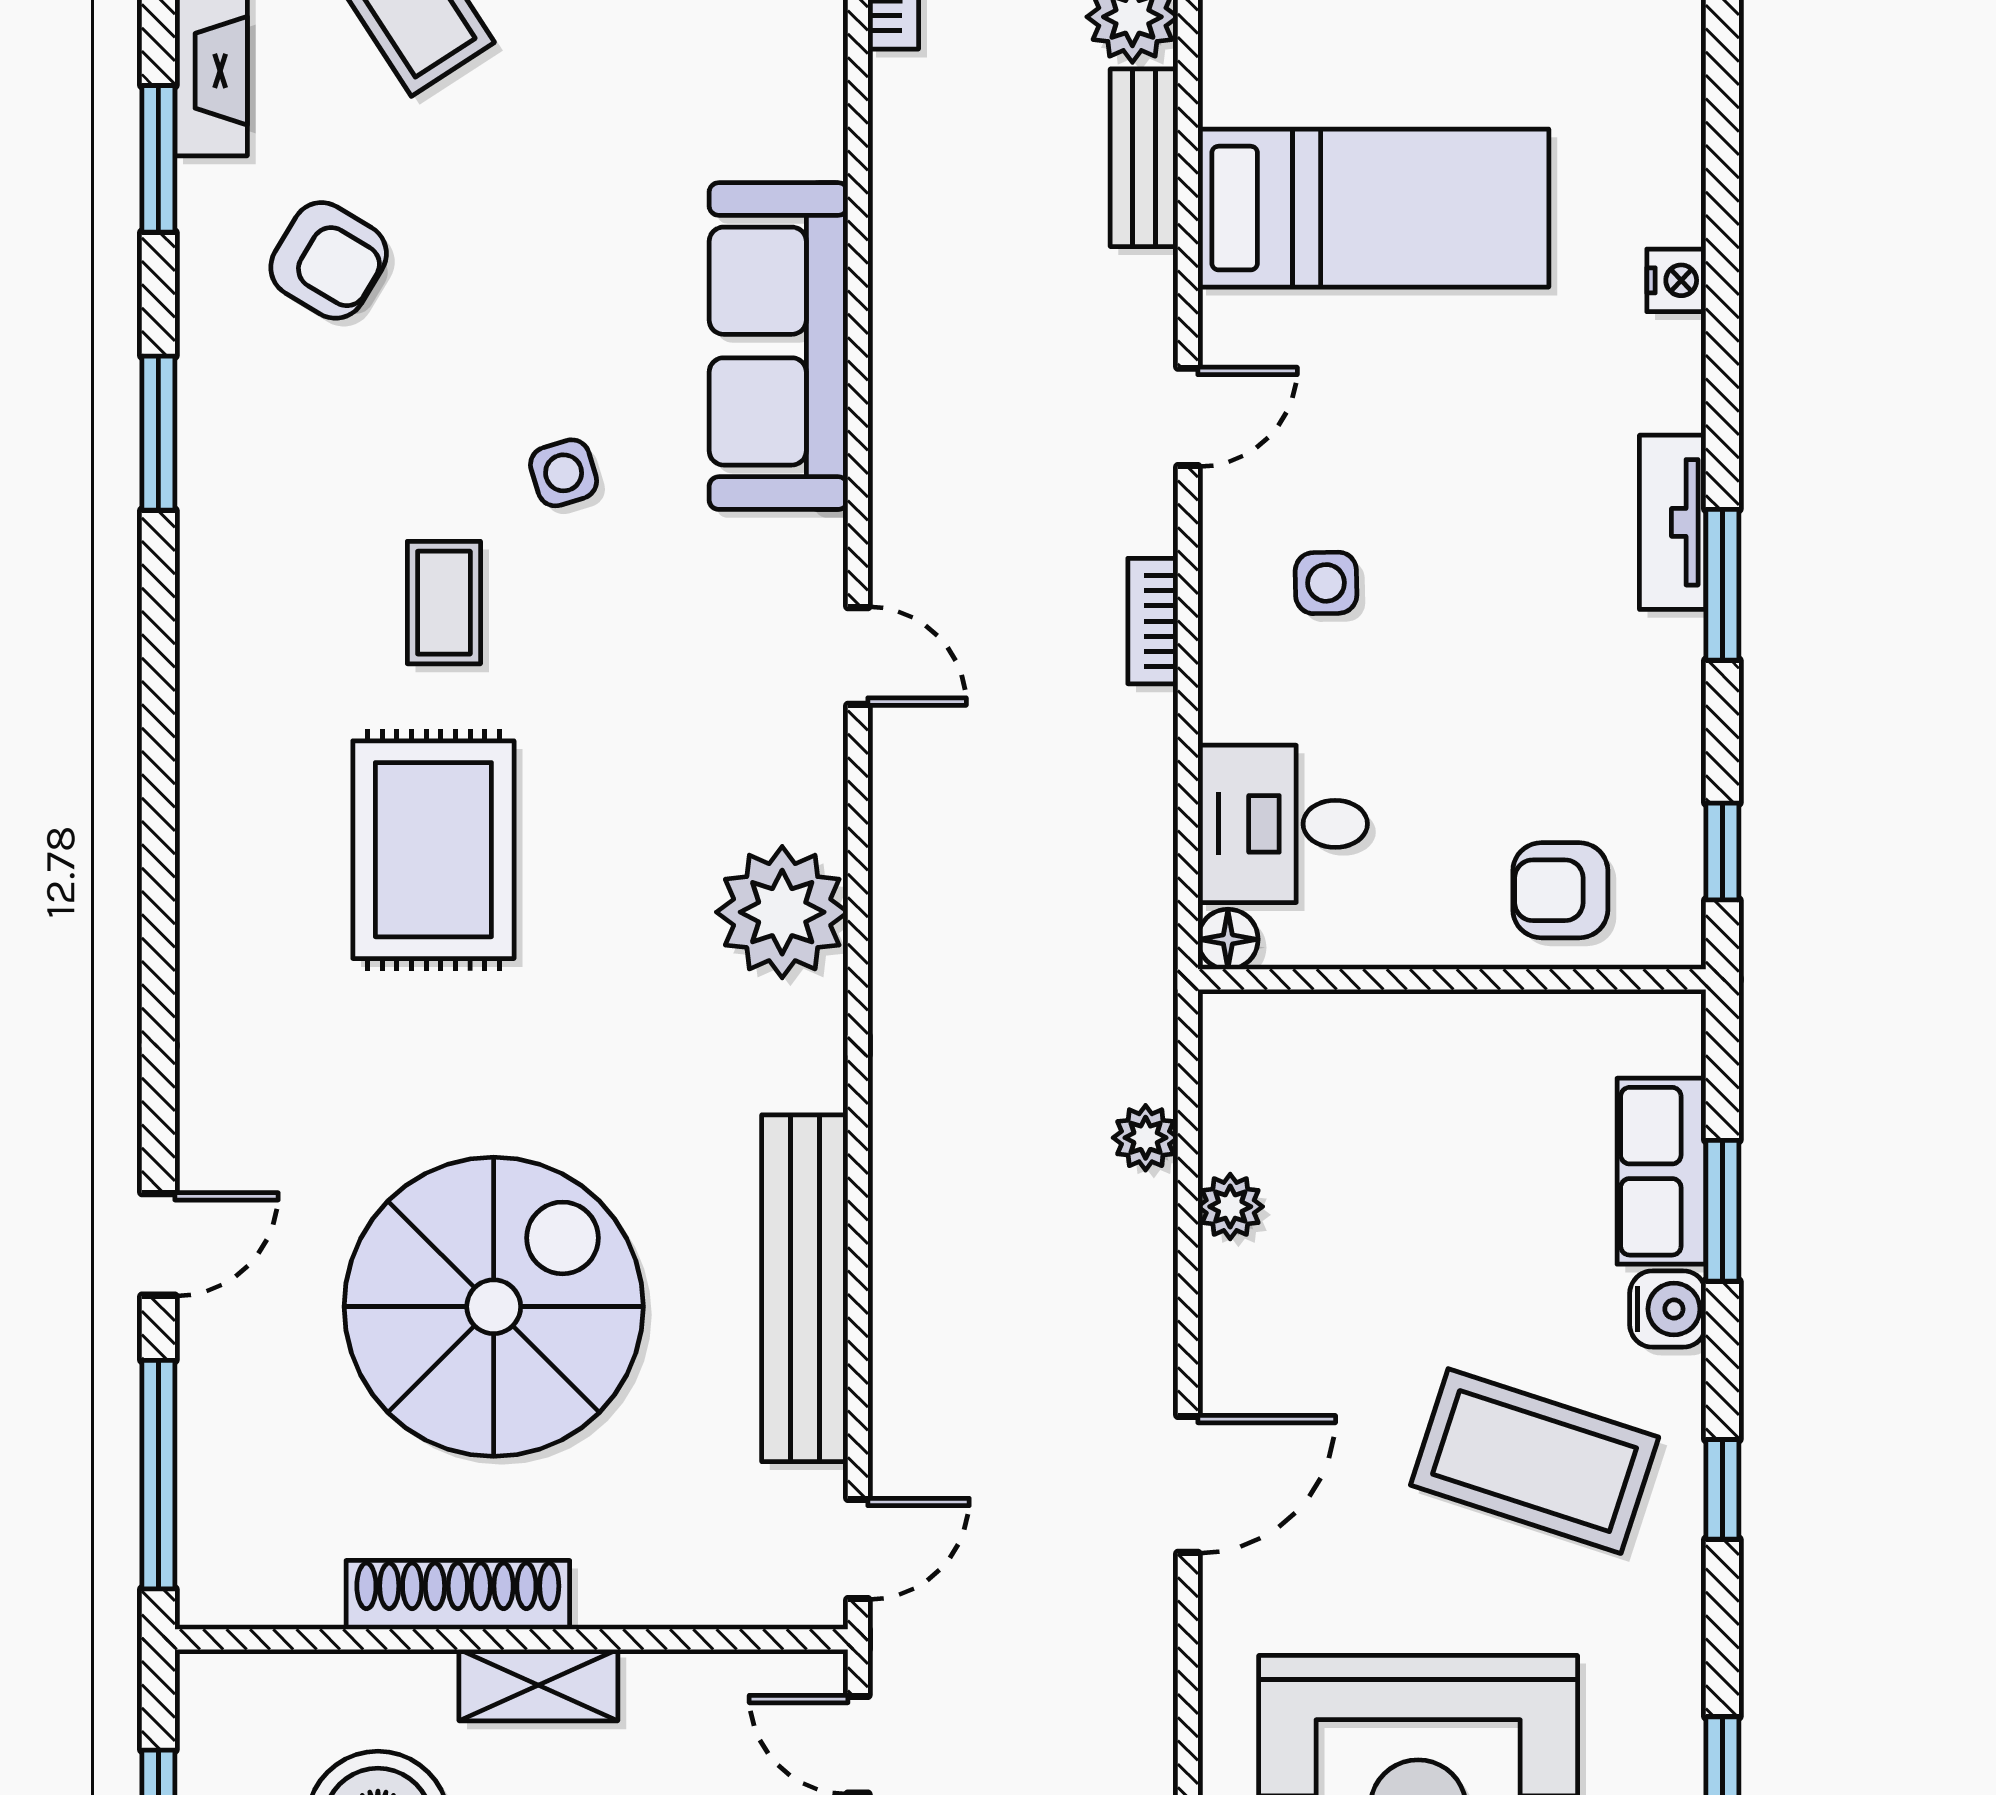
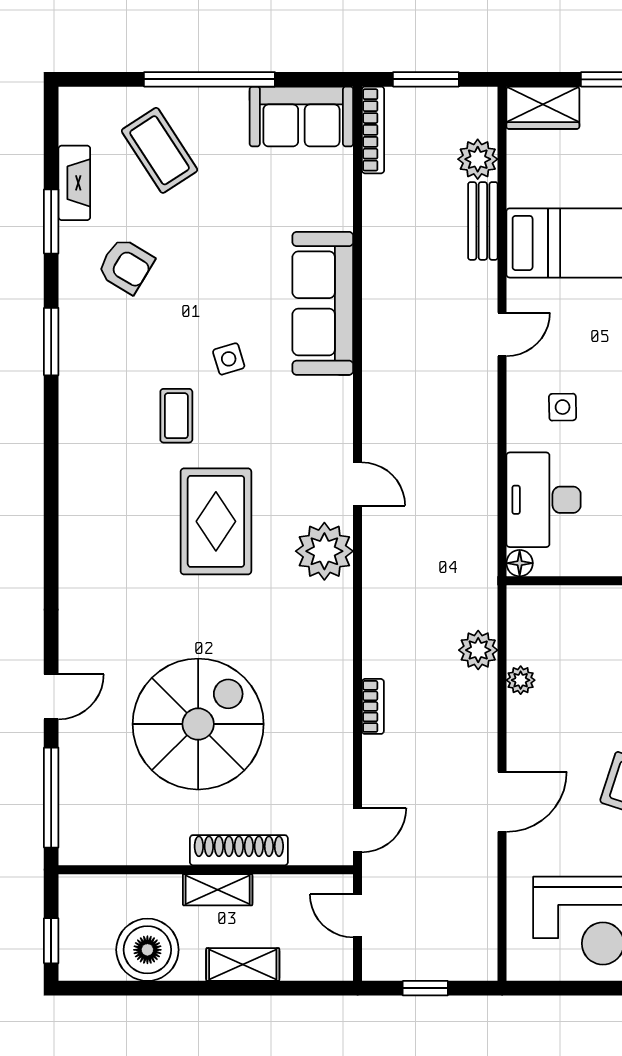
bookcase: (1153, 621) -> (373, 706), moved, turned 180
door: (858, 656) -> (358, 484), moved
desk: (1283, 824) -> (544, 500), width x1.37
rug: (433, 850) -> (216, 521), moved
plant: (1146, 1138) -> (478, 650), width x1.38, depth x1.38
bench: (805, 1288) -> (334, 716), removed
shoe rack: (458, 1595) -> (239, 850), moved

